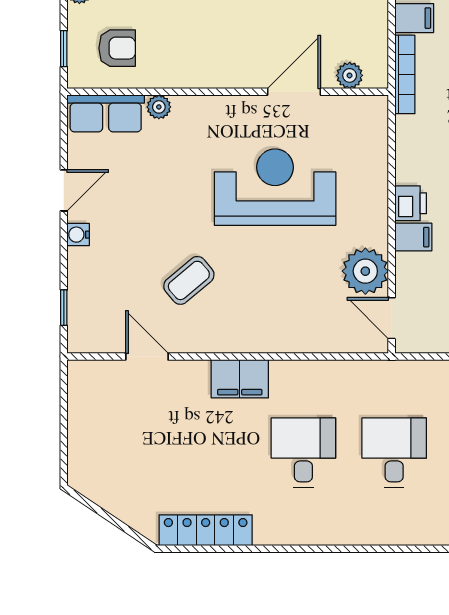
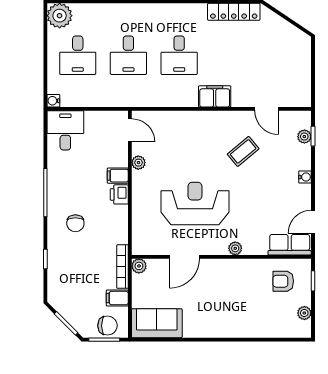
plant: (350, 75) -> (139, 266), moved
plant: (159, 107) -> (235, 248), moved
reception desk: (275, 187) -> (195, 203), turned 180
door: (64, 190) -> (313, 222), moved
plant: (365, 271) -> (138, 163), width x0.53, depth x0.53
plant: (79, 307) -> (304, 137), added

